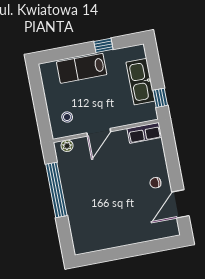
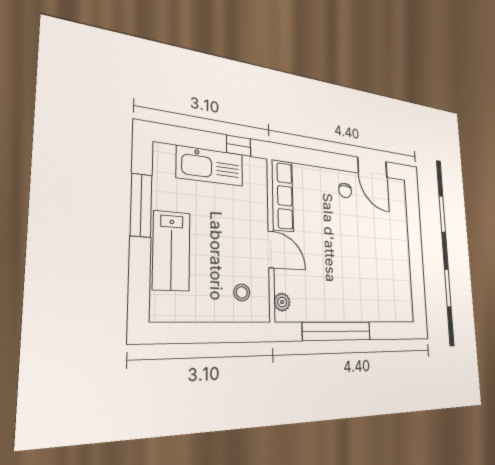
window: (103, 45) -> (141, 205), width x2.17
row of seats: (144, 133) -> (282, 196), width x1.48

